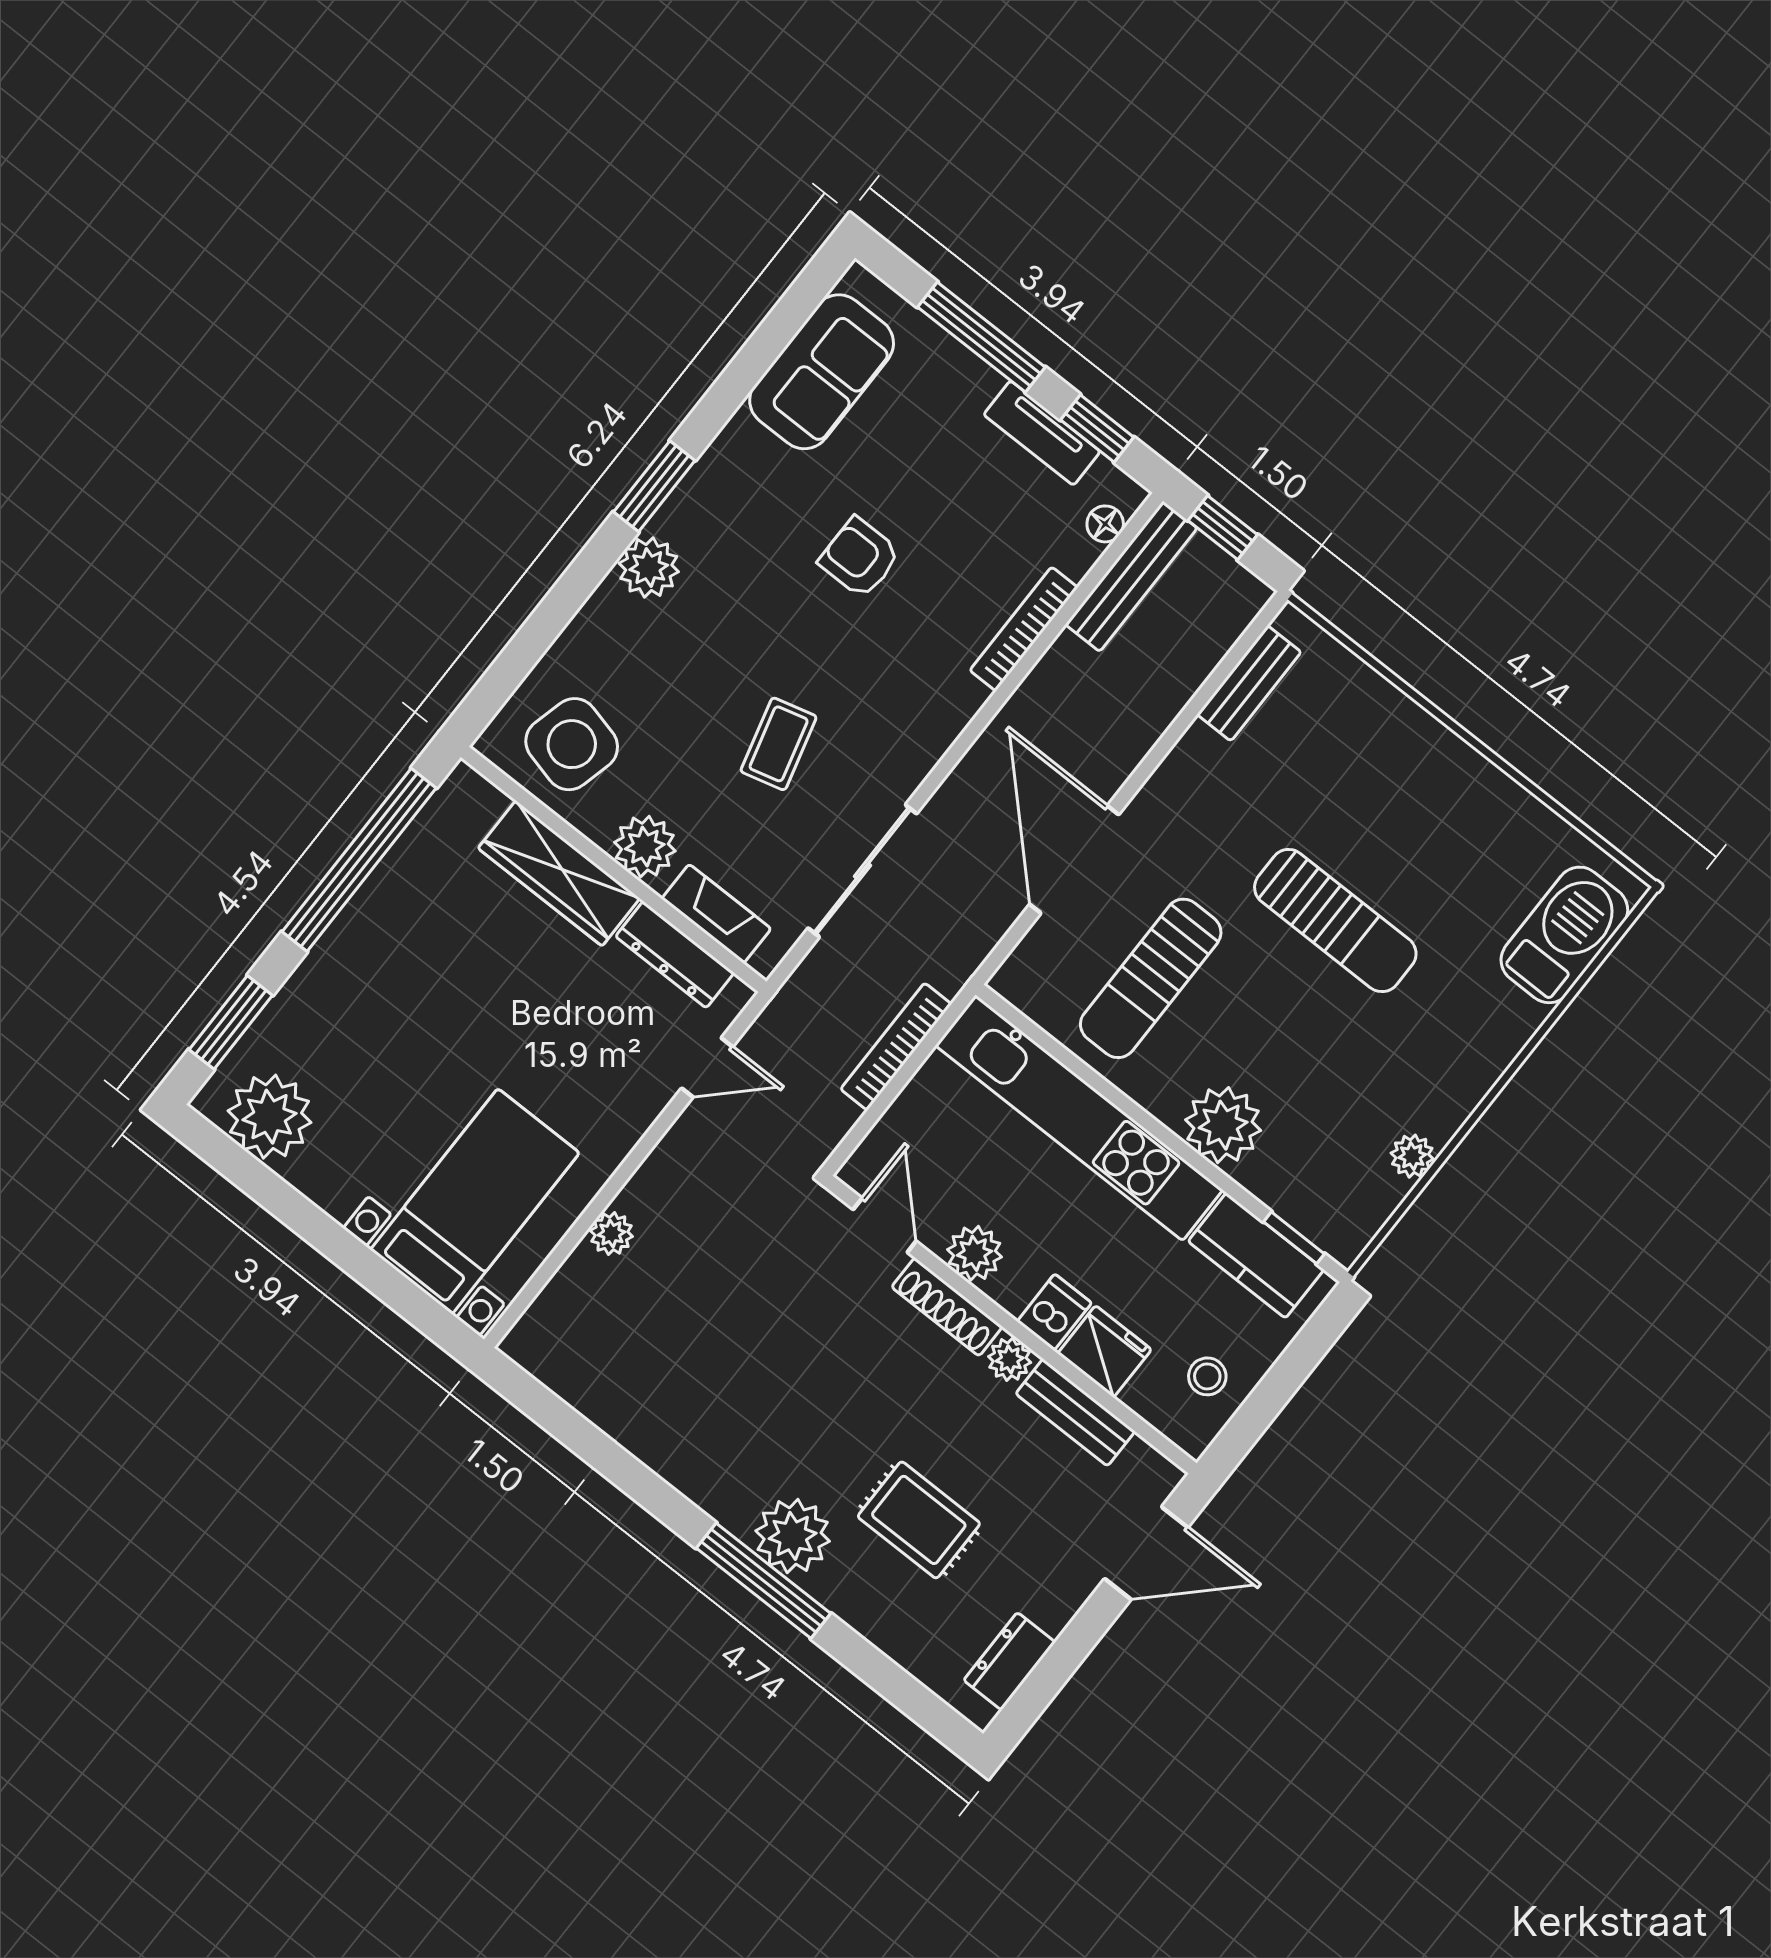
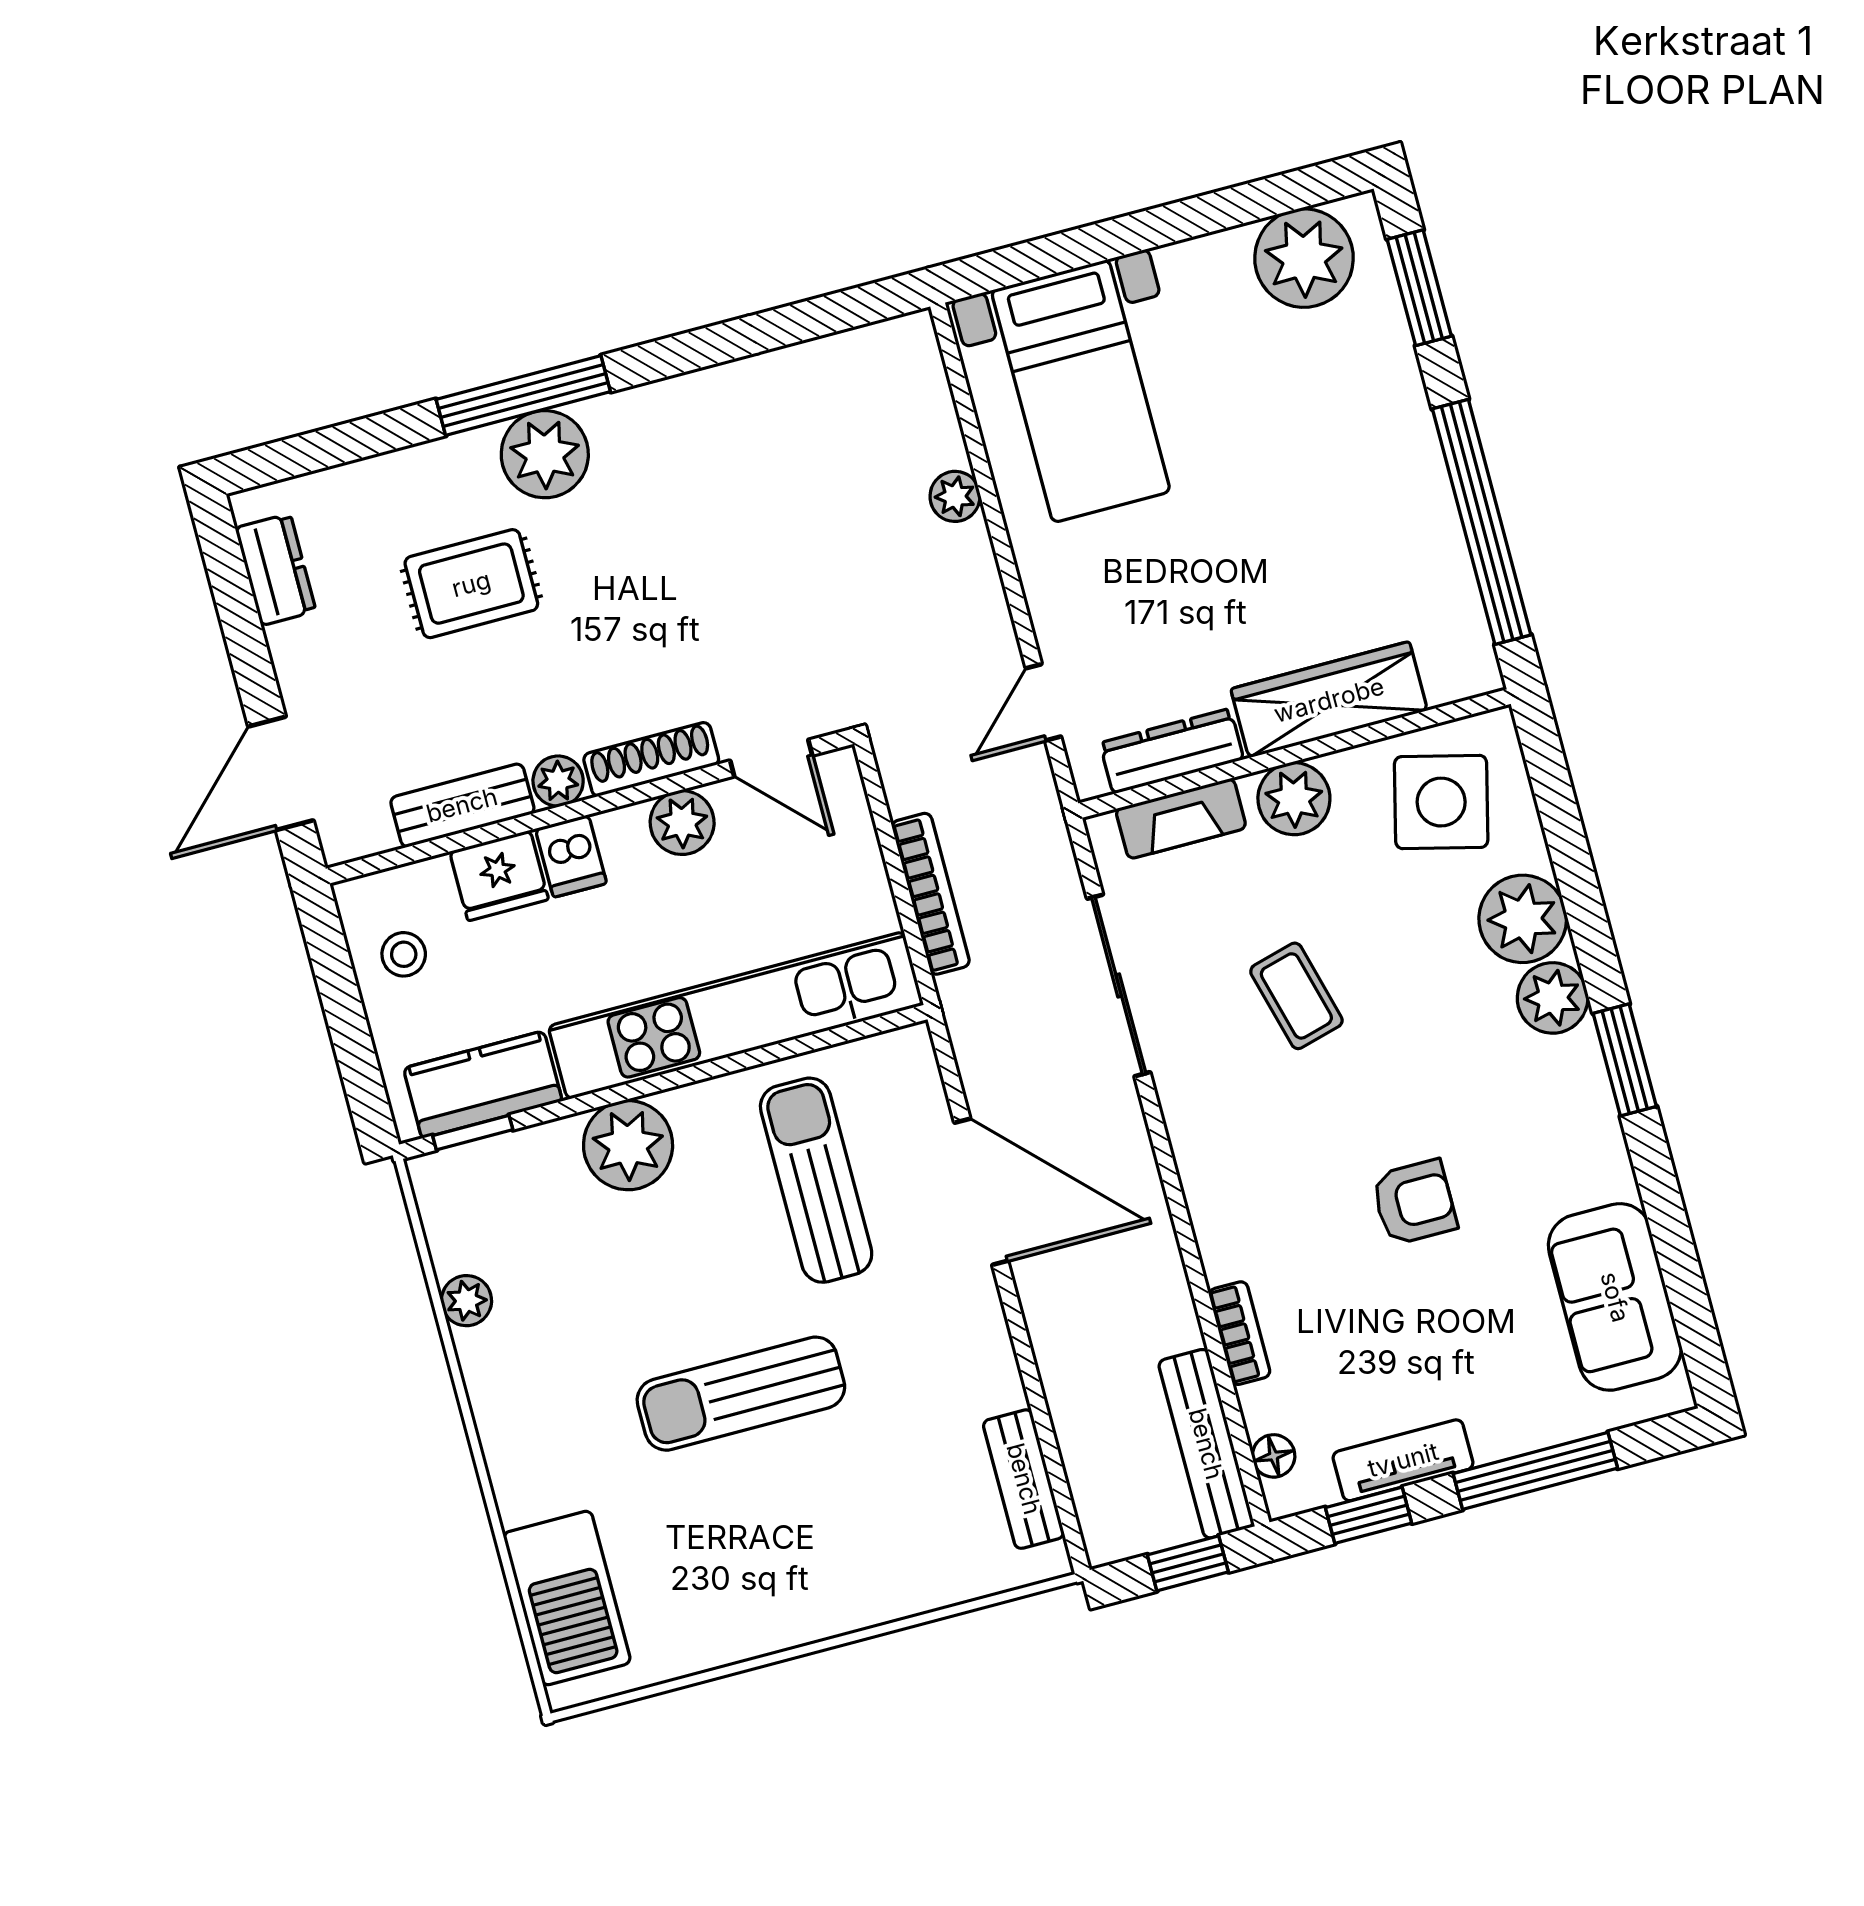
plant: (610, 628) -> (1523, 919), added
bookcase: (1024, 629) -> (1239, 1333), width x0.64

